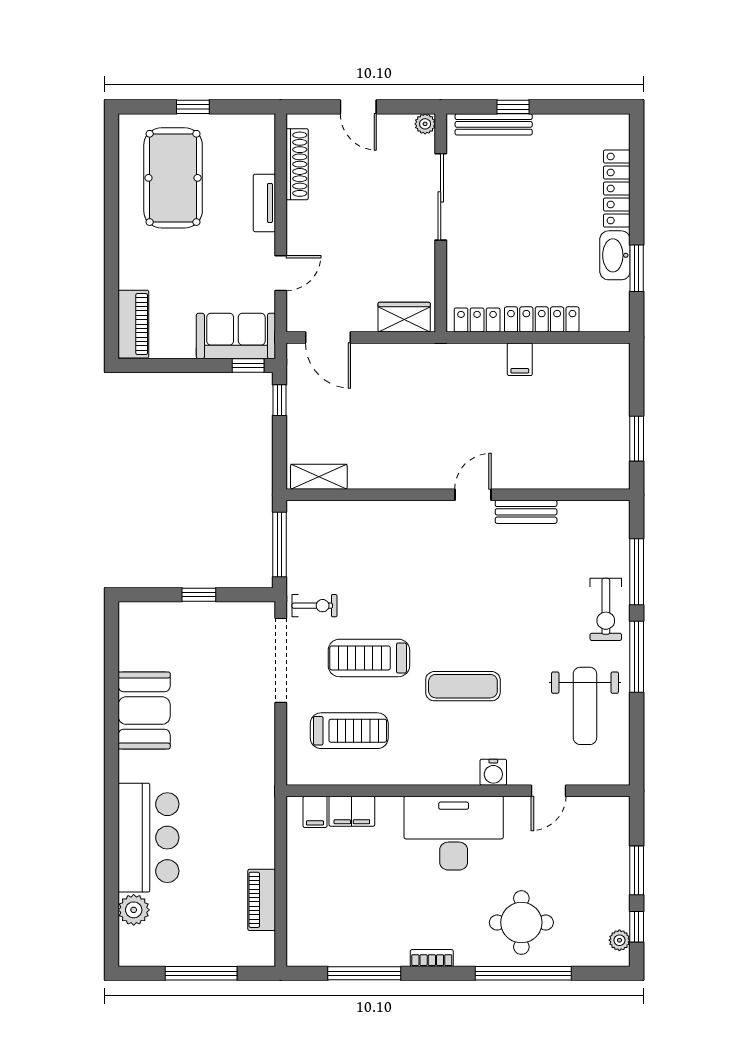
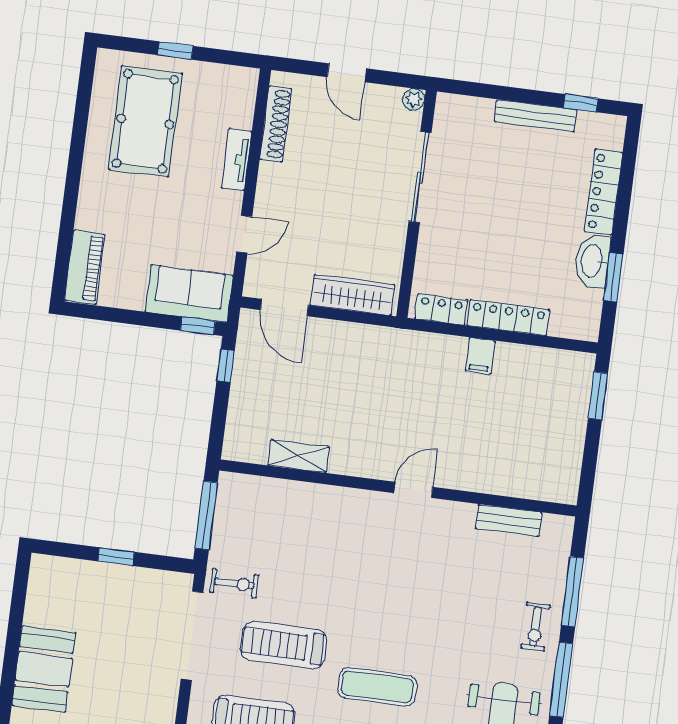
window: (513, 107) -> (581, 103), moved
bench: (494, 124) -> (536, 116), moved
wardrobe: (404, 317) -> (353, 295), width x1.50
window: (637, 439) -> (598, 396), moved
shelving: (319, 477) -> (299, 456), moved
bench: (526, 512) -> (509, 520), moved
exercise bike: (606, 609) -> (536, 627), width x0.73, depth x0.72

